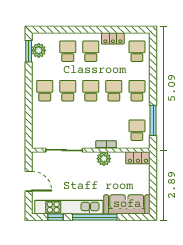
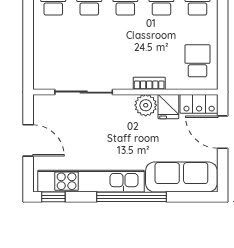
window: (153, 120) -> (223, 45), removed
fridge: (118, 159) -> (168, 107), added
door: (153, 176) -> (223, 132), added
window: (55, 217) -> (53, 197), moved

